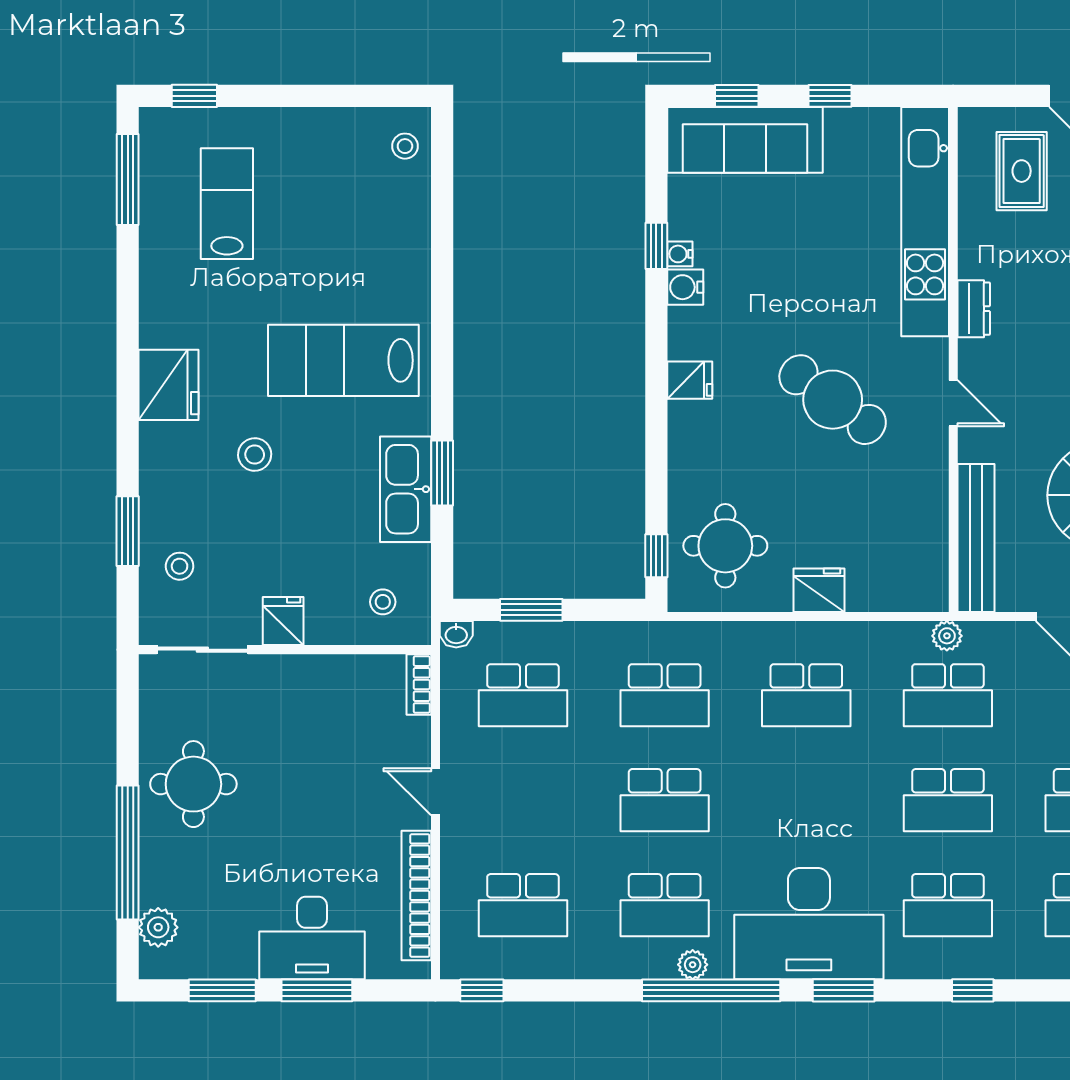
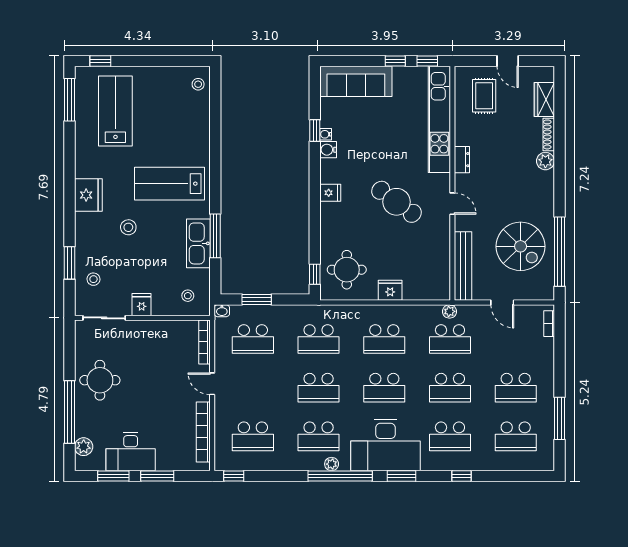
window: (737, 96) -> (427, 61), moved
lab bench: (227, 204) -> (115, 111), width x1.36, depth x1.39
window: (442, 473) -> (215, 236), width x1.44
bookcase: (419, 685) -> (204, 342), width x1.56
school desk: (806, 800) -> (384, 388), added
desk: (312, 938) -> (131, 452), moved

